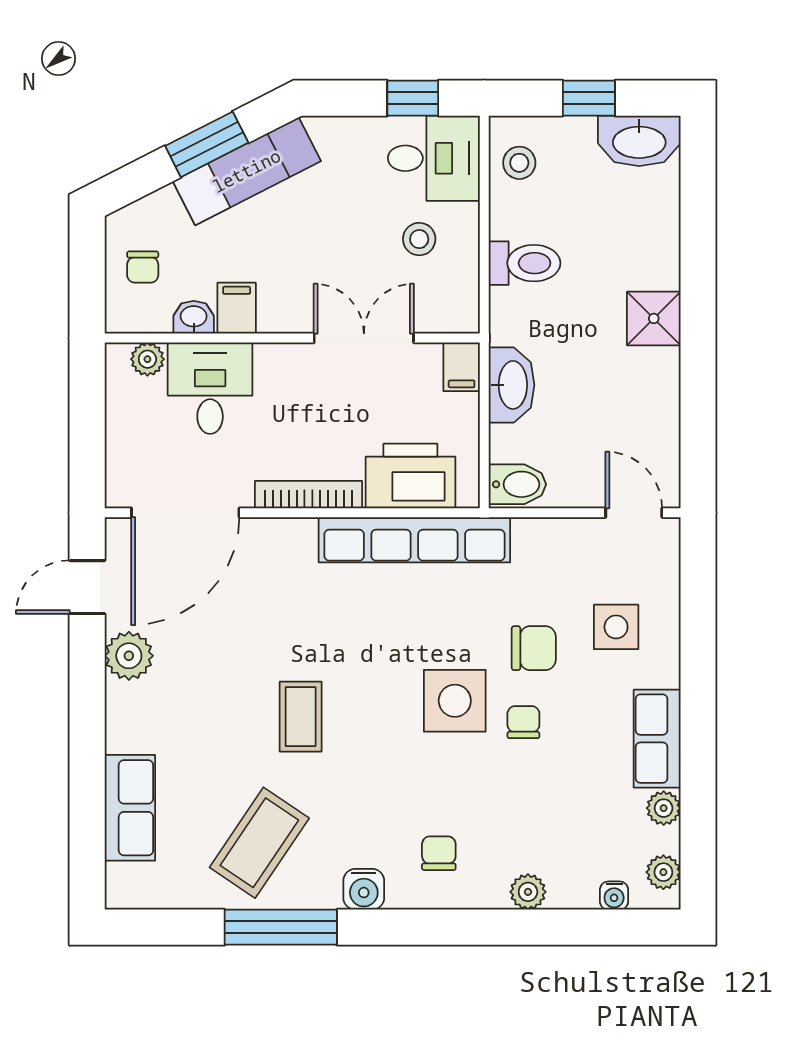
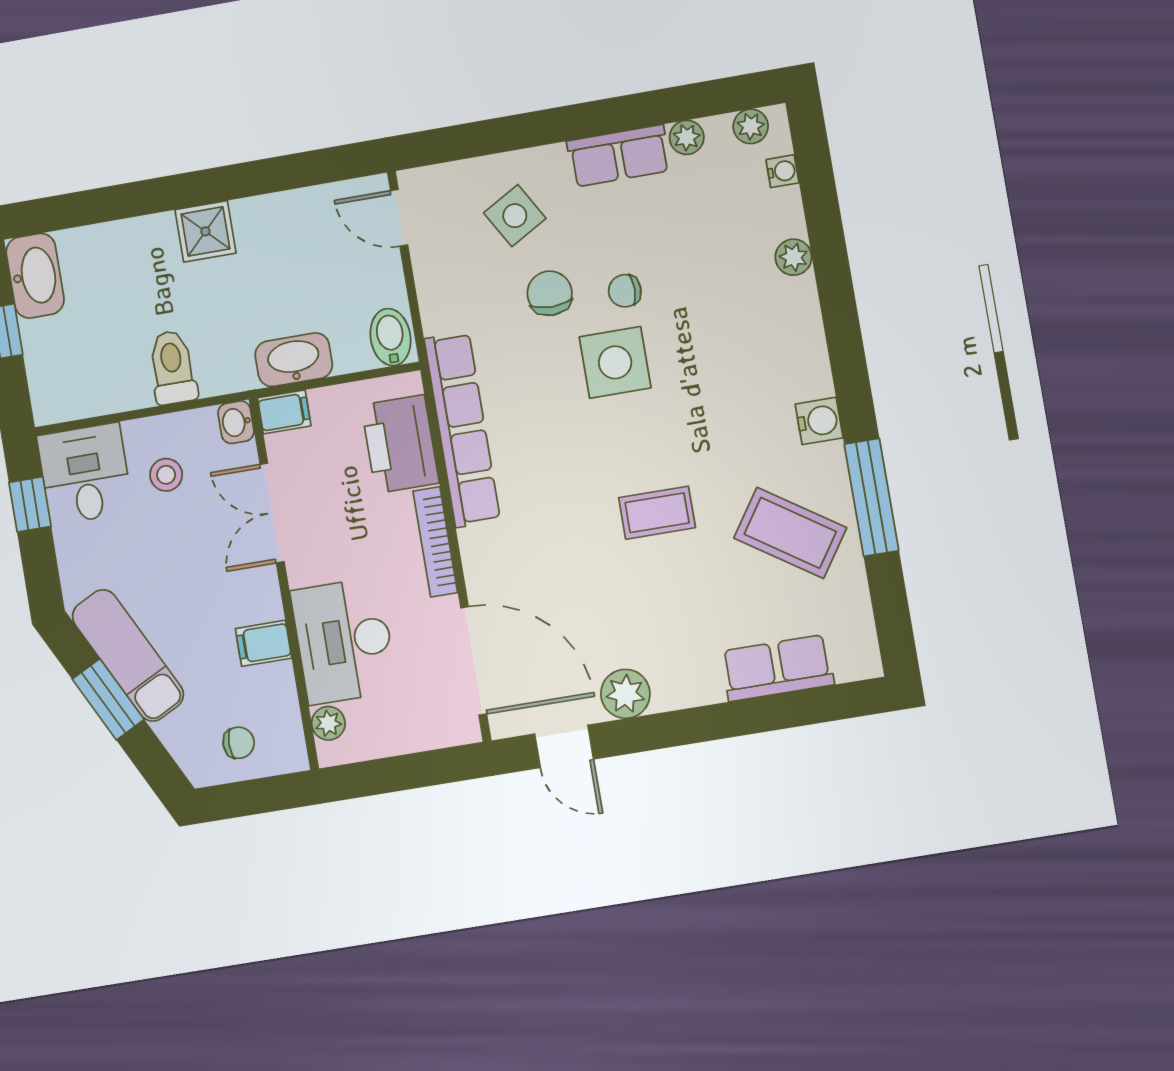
stool: (519, 163) -> (76, 389), removed
washbasin: (194, 317) -> (236, 422), moved
desk: (210, 388) -> (344, 641), width x1.37
door: (634, 513) -> (399, 218), hinge flipped
side table: (616, 627) -> (515, 216), turned -30
chair: (439, 853) -> (770, 352), removed

